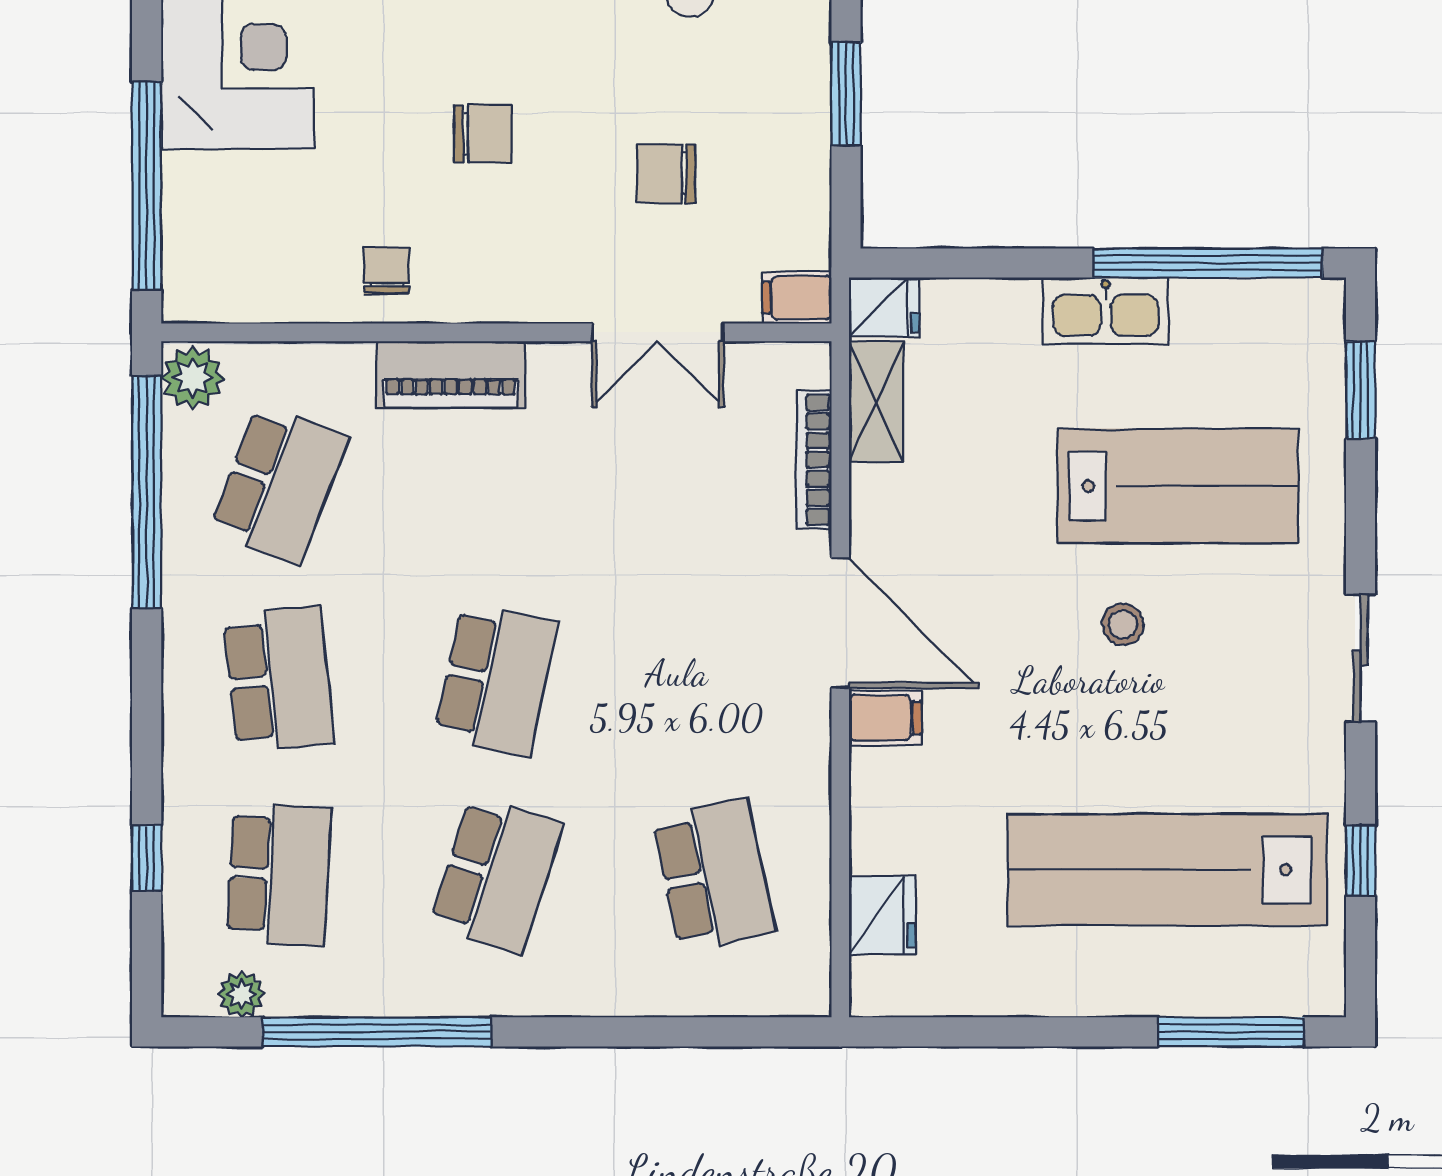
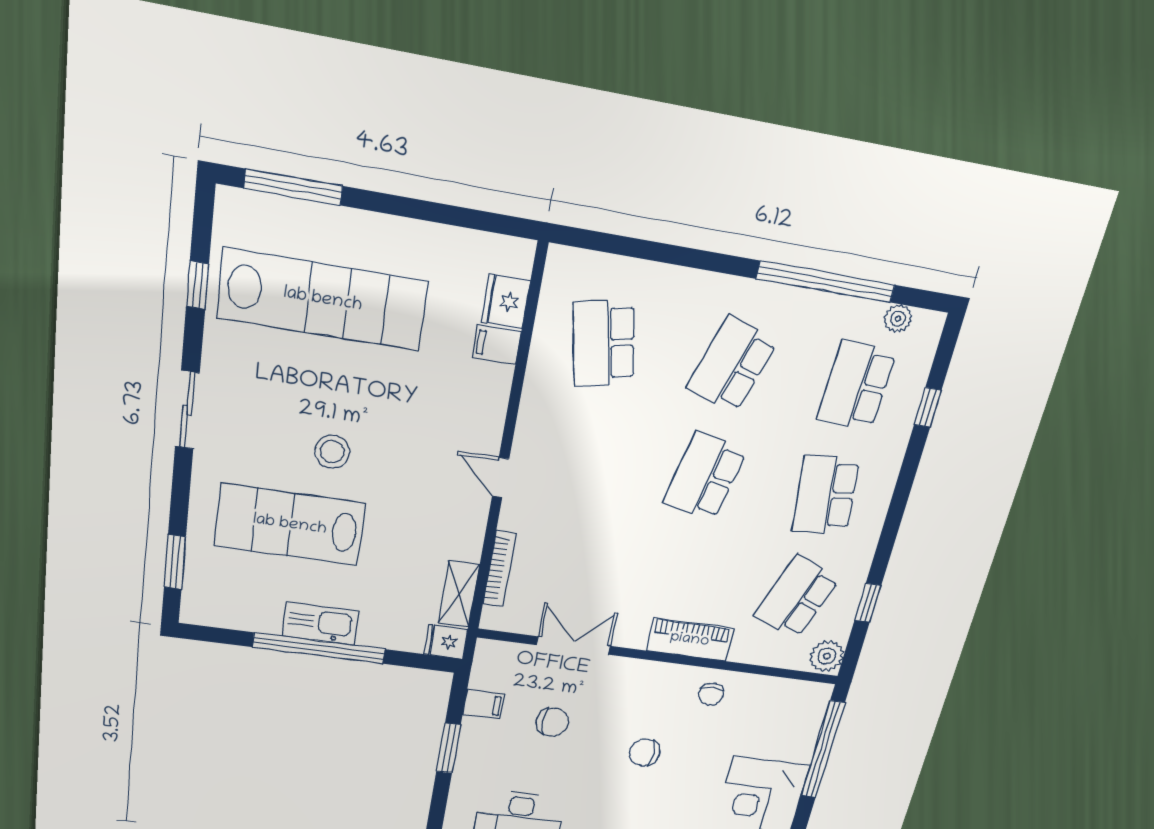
window: (1208, 263) -> (319, 648), moved
filing cabinet: (797, 298) -> (484, 704), moved
window: (147, 492) -> (868, 603), width x0.32
door: (840, 623) -> (501, 478), width x0.53
stool: (1123, 625) -> (332, 452), width x1.37, depth x1.37
filing cabinet: (885, 718) -> (497, 345), moved

